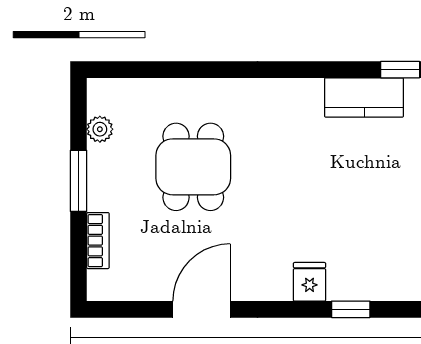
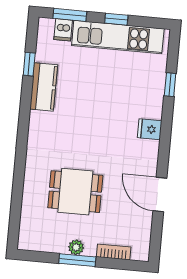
plant: (100, 129) -> (76, 247), moved
window: (351, 309) -> (170, 85), moved

